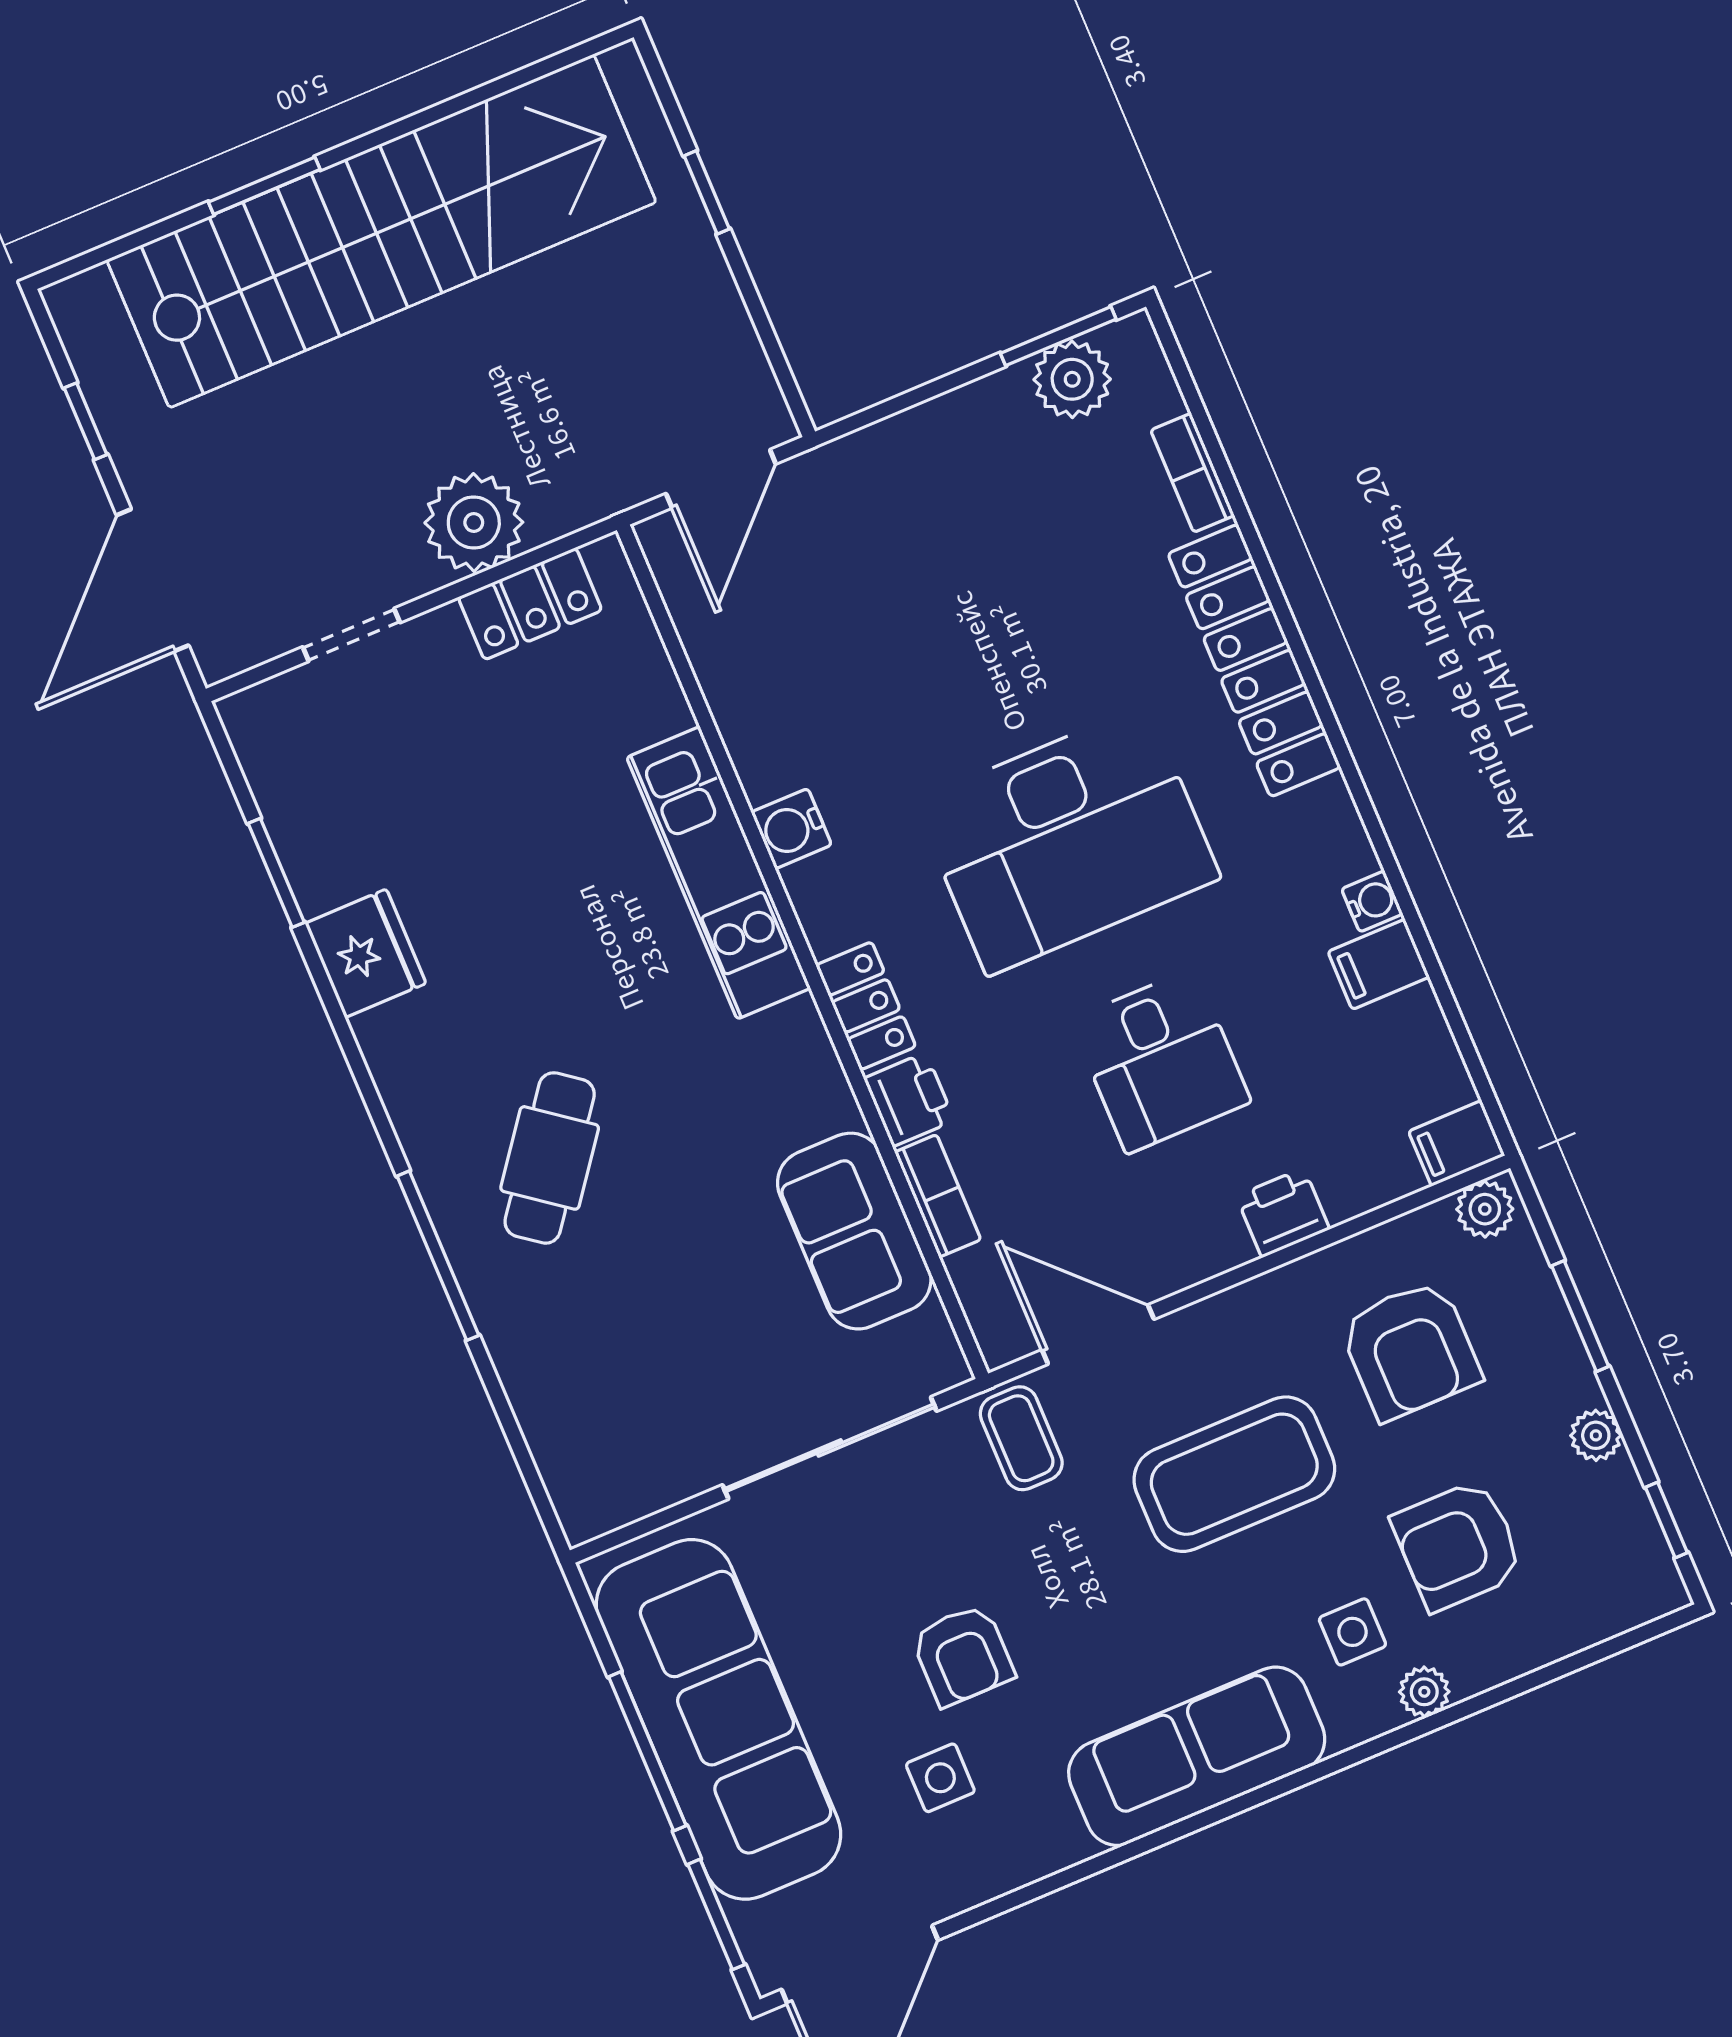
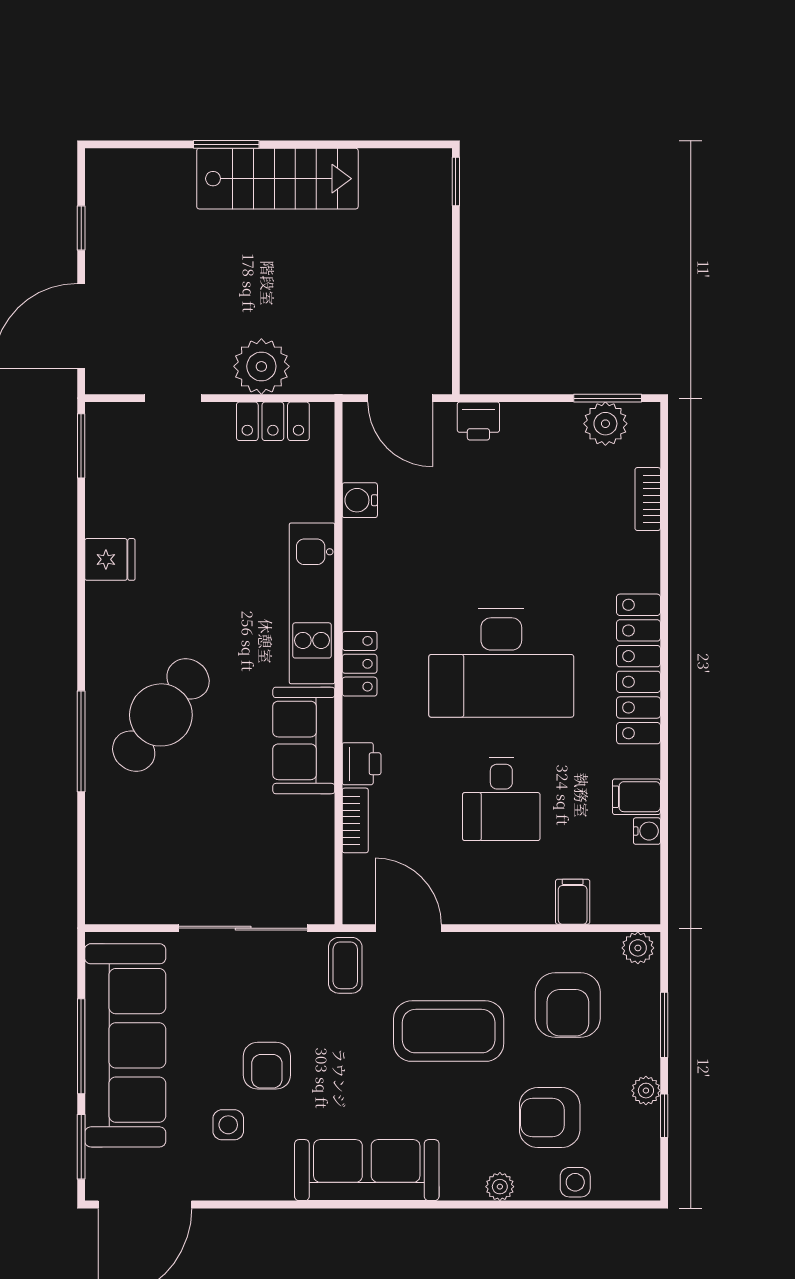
window: (707, 192) -> (456, 181), moved
stairs: (381, 231) -> (277, 179), width x0.54, depth x0.66
door: (721, 479) -> (400, 398), hinge flipped
locker: (1254, 660) -> (638, 669), moved
water cooler: (791, 829) -> (360, 500), moved
window: (276, 873) -> (81, 446), moved
water cooler: (1372, 901) -> (647, 831), moved
fridge: (366, 953) -> (110, 559), width x0.72
locker: (866, 1006) -> (360, 664), moved
filing cabinet: (1457, 1143) -> (573, 902), moved, turned 90
cafe table: (550, 1158) -> (161, 715), width x1.37, depth x1.35
printer: (1283, 1213) -> (478, 421), moved, turned 180
sofa: (854, 1231) -> (304, 740), moved
window: (1666, 1520) -> (664, 1116), moved
side table: (1352, 1632) -> (575, 1182), moved

